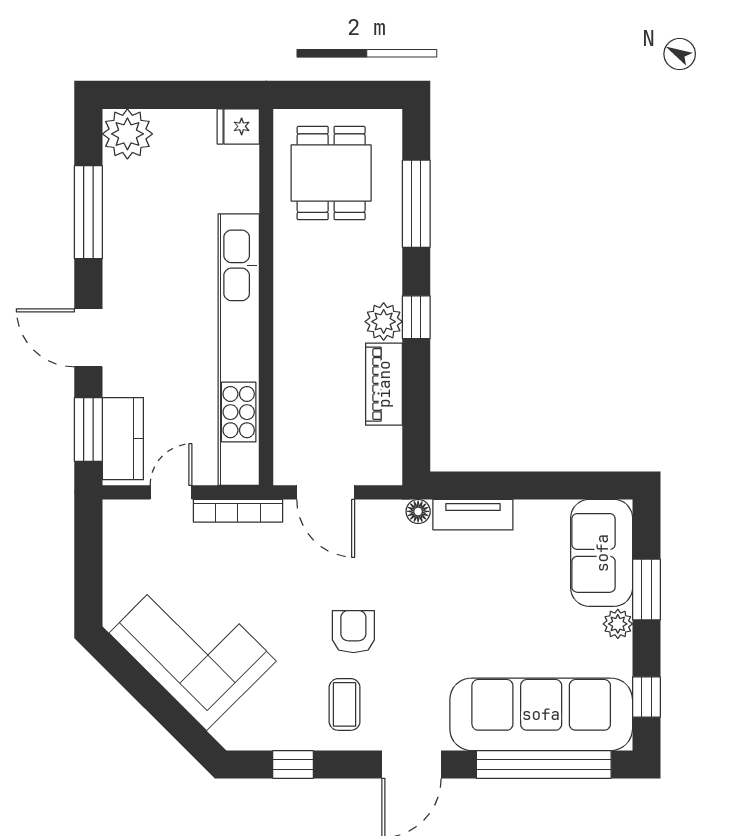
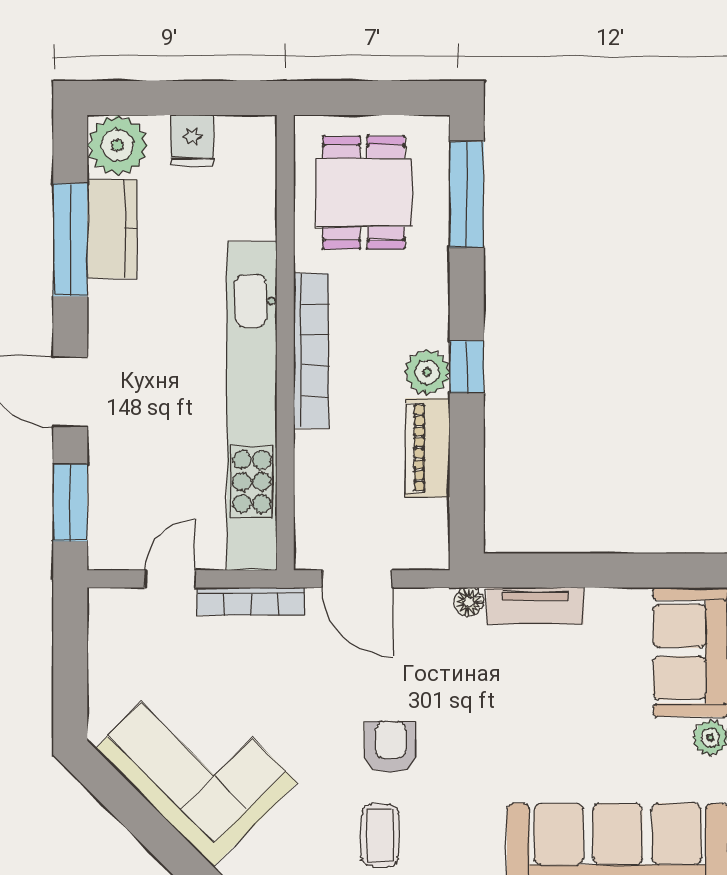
fridge: (238, 126) -> (192, 140), moved, turned -90
window: (416, 204) -> (467, 195), moved
bookcase: (288, 304) -> (311, 351), added
kitchen counter: (123, 439) -> (112, 229), moved

